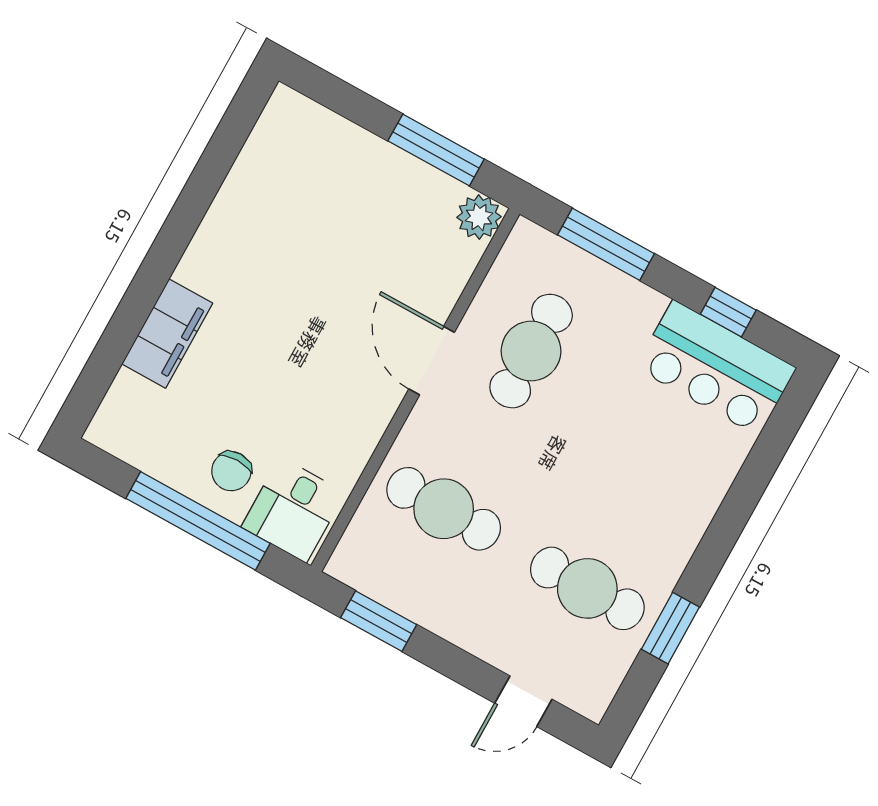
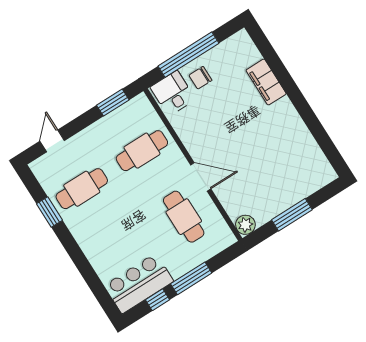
window: (436, 150) -> (292, 215), moved
window: (606, 244) -> (191, 278), moved
chair: (231, 471) -> (200, 78), turned -90

